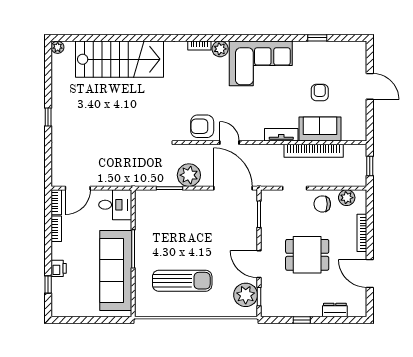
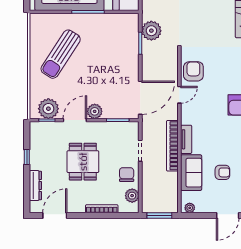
plant: (361, 131) -> (190, 208), added
bookcase: (314, 151) -> (172, 146), moved
window: (370, 166) -> (159, 215), width x1.50
plant: (189, 175) -> (151, 31), moved
plant: (249, 241) -> (95, 111), added
door: (370, 274) -> (55, 215), moved
sun lounger: (182, 281) -> (61, 54), turned 33
dresser: (335, 310) -> (35, 186), width x1.44

